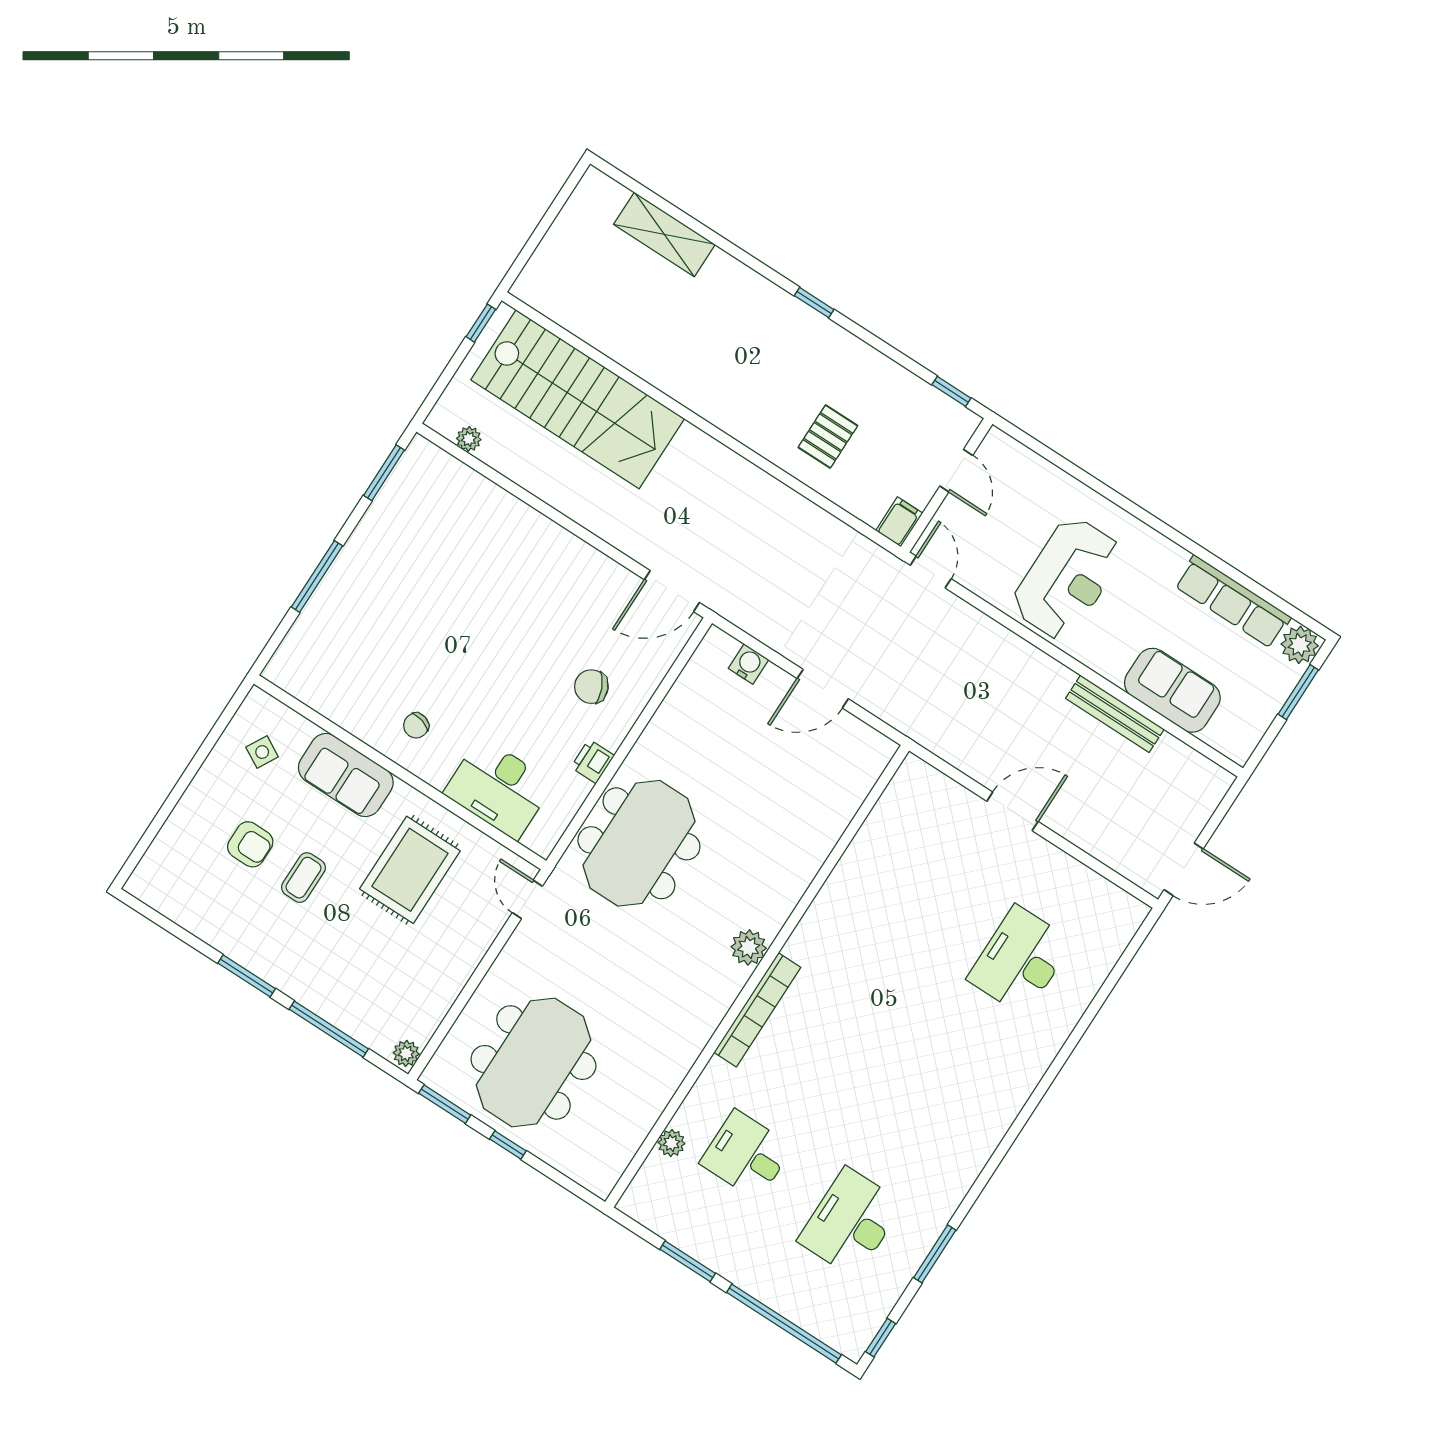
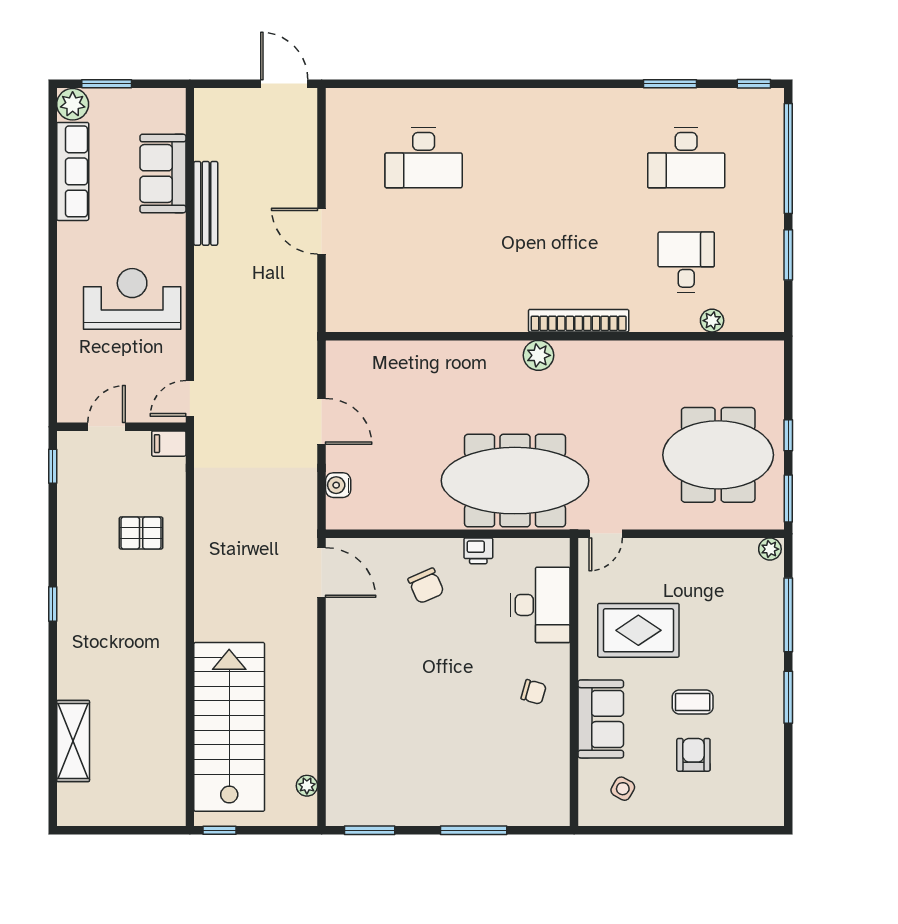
meeting table: (639, 843) -> (515, 481), width x1.36
desk: (746, 1155) -> (686, 262), turned 180

